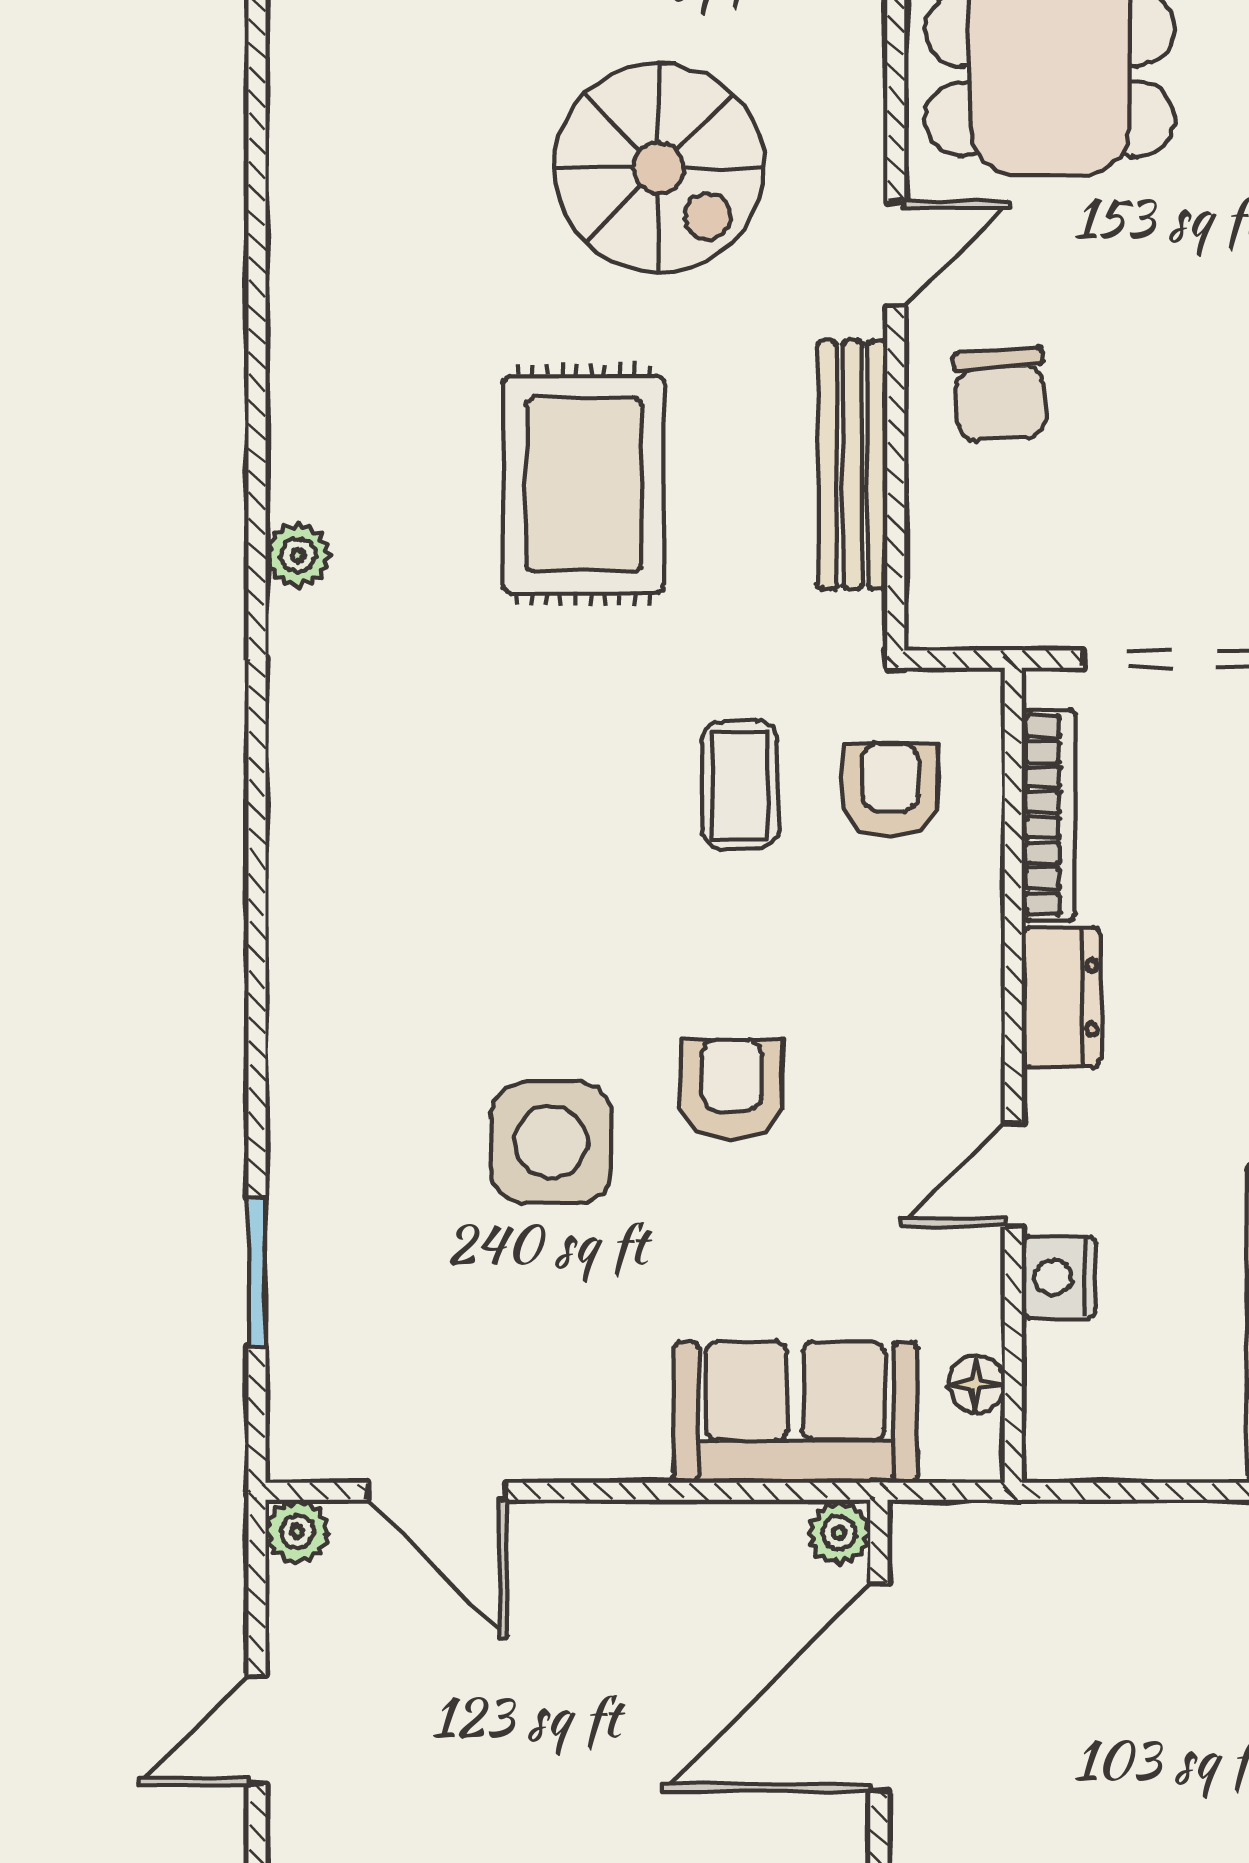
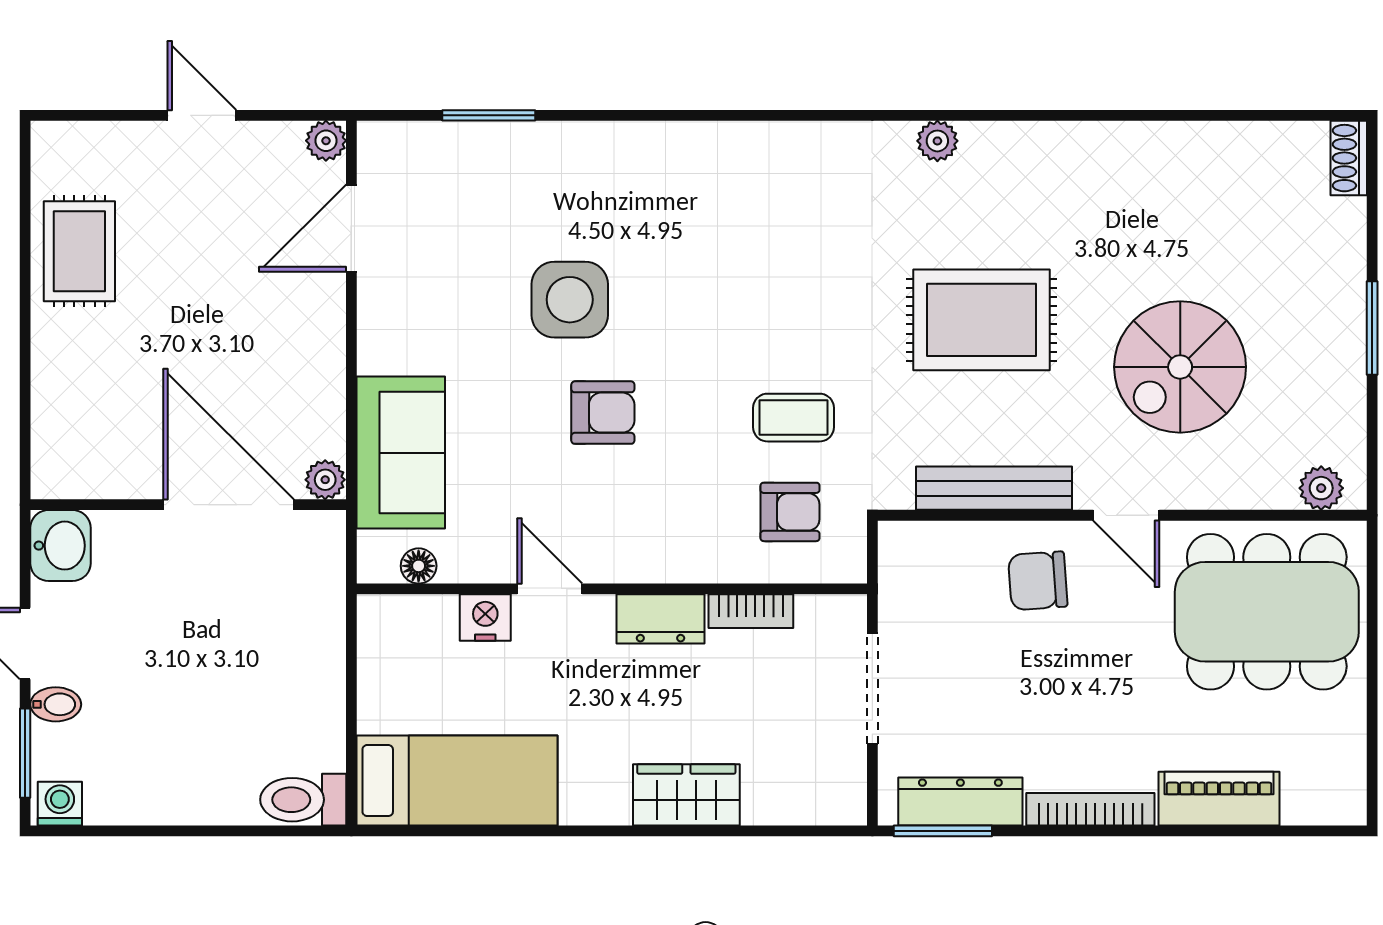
bookcase: (1049, 815) -> (751, 611), width x0.64

